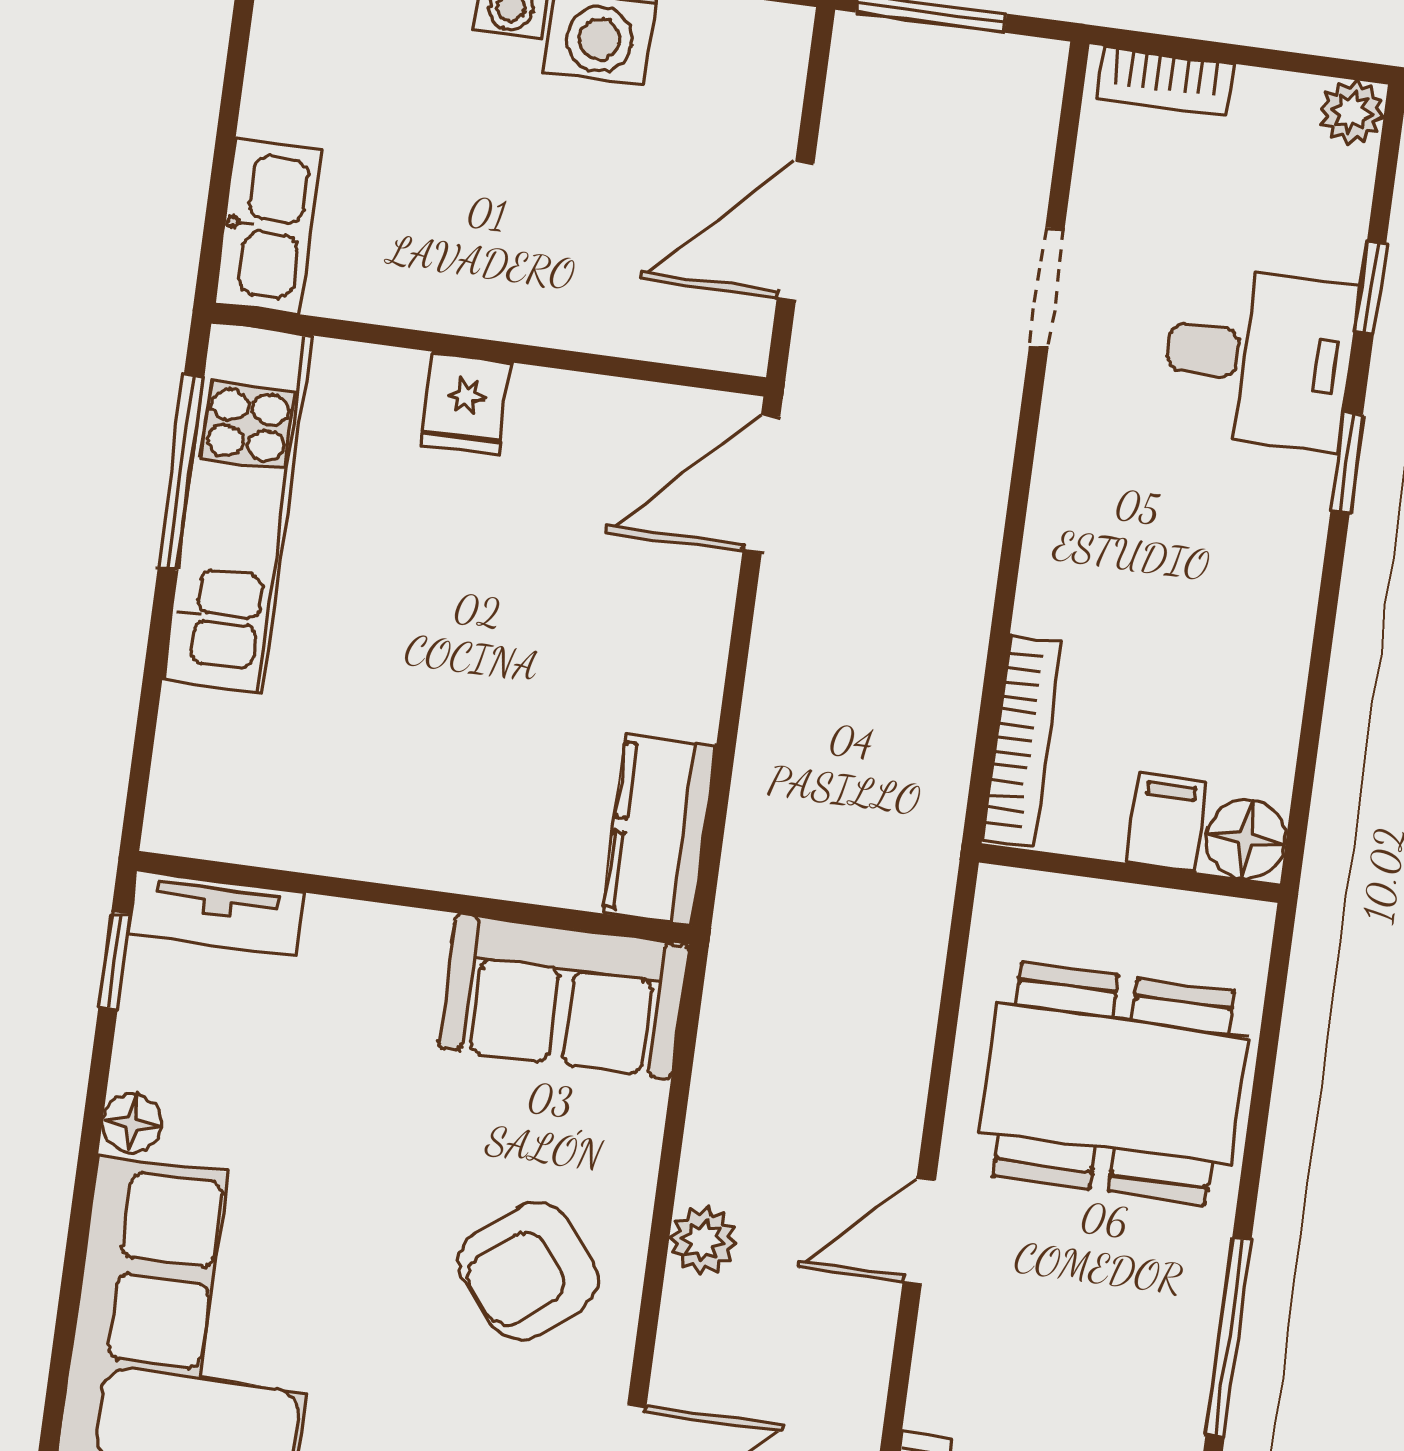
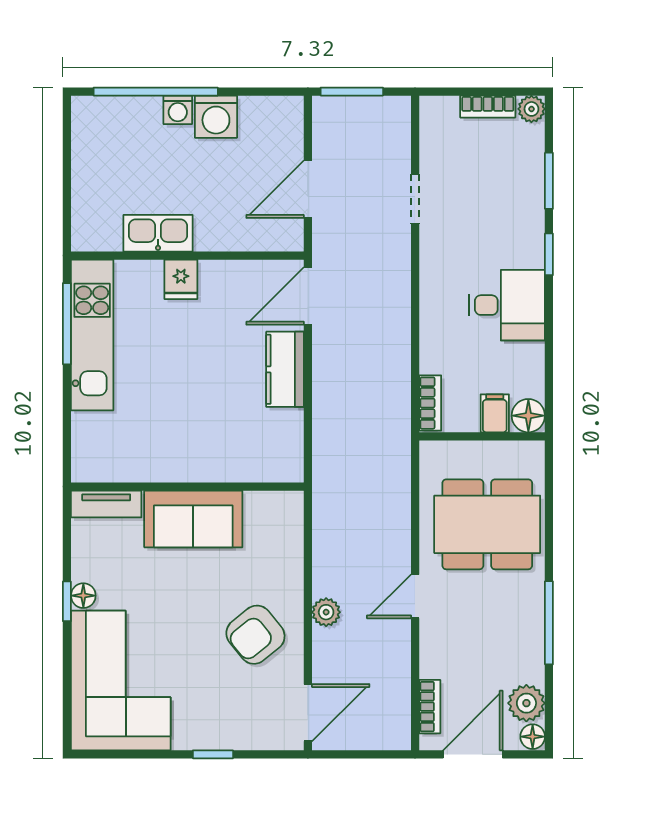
bookcase: (1165, 81) -> (488, 107), moved
kitchen sink: (268, 226) -> (158, 233), moved, turned -90
window: (1370, 288) -> (549, 181), width x1.50
desk: (1259, 358) -> (507, 305), moved
bookcase: (1022, 740) -> (430, 403), width x0.64
kitchen counter: (659, 830) -> (285, 369), moved
window: (115, 960) -> (67, 601), moved
sofa: (564, 996) -> (193, 519), moved

